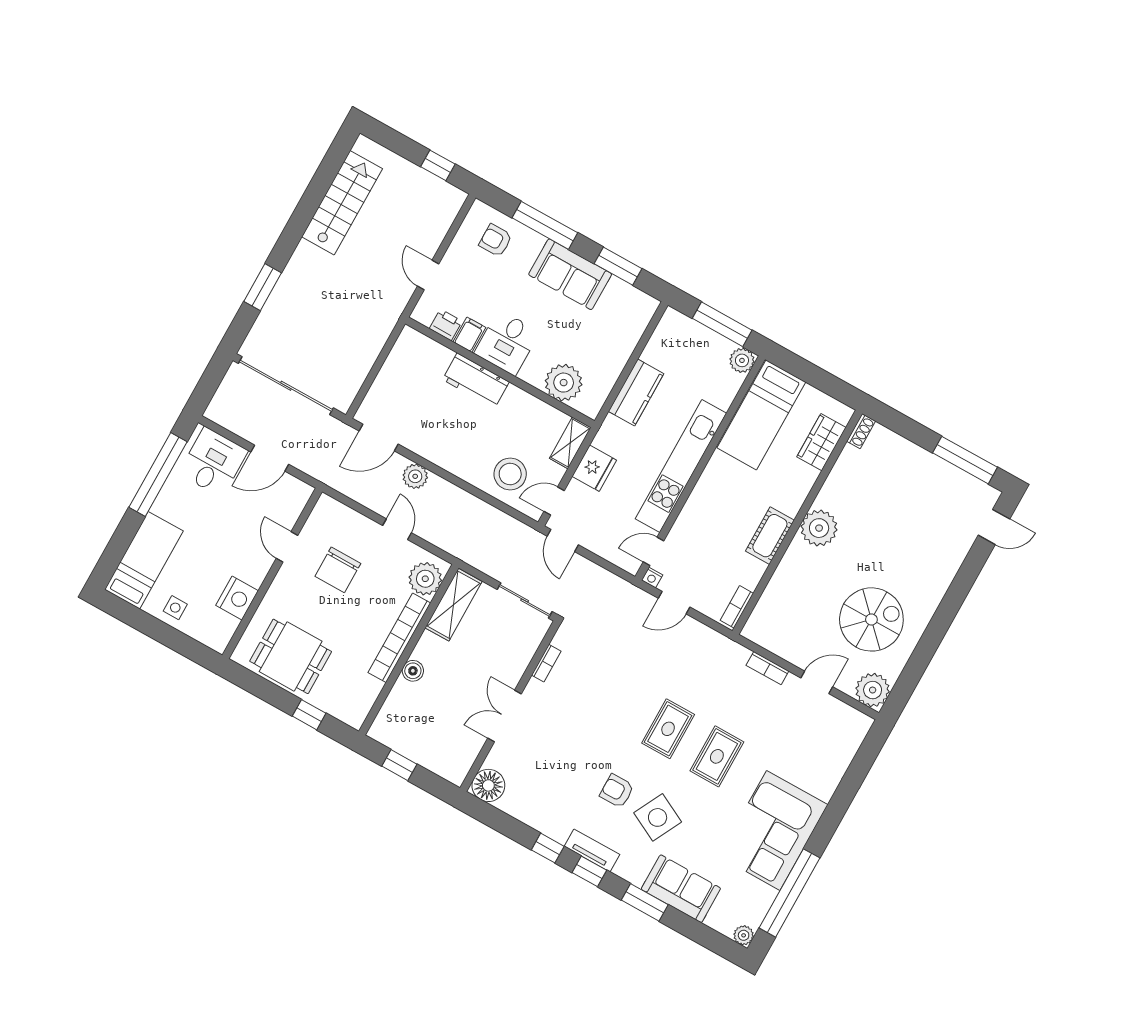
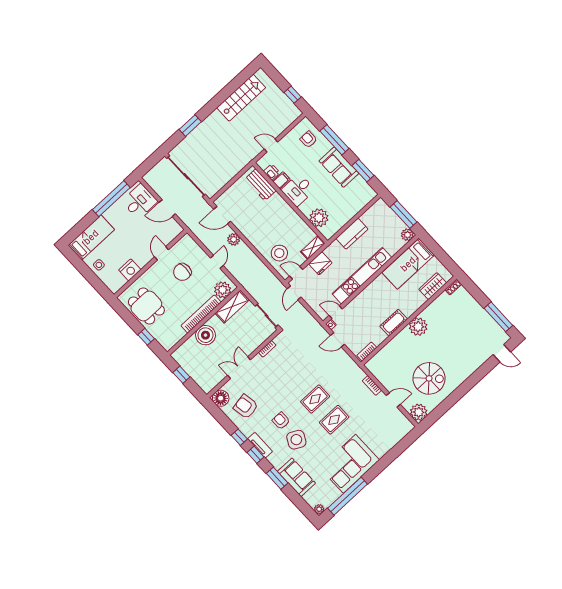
door: (428, 275) -> (271, 145), hinge flipped
workbench: (476, 381) -> (260, 185), moved
boiler: (413, 671) -> (206, 335), width x1.86, depth x1.86
armchair: (541, 786) -> (246, 407), added

